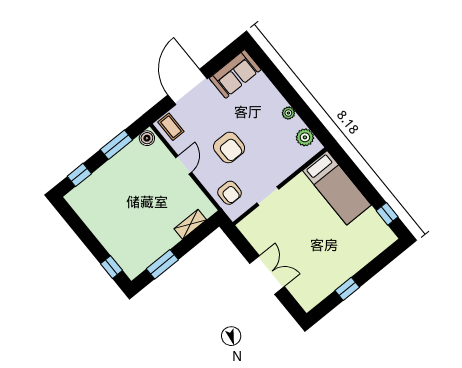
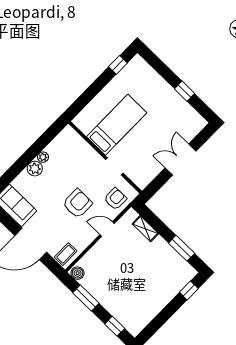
plant: (305, 137) -> (35, 169), moved
door: (184, 165) -> (107, 229), moved
bed: (337, 188) -> (117, 125), moved

